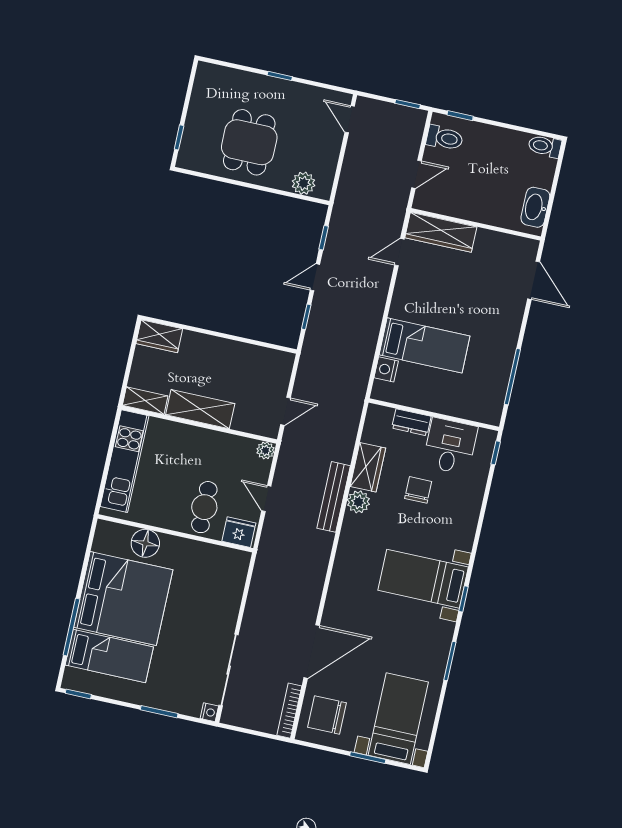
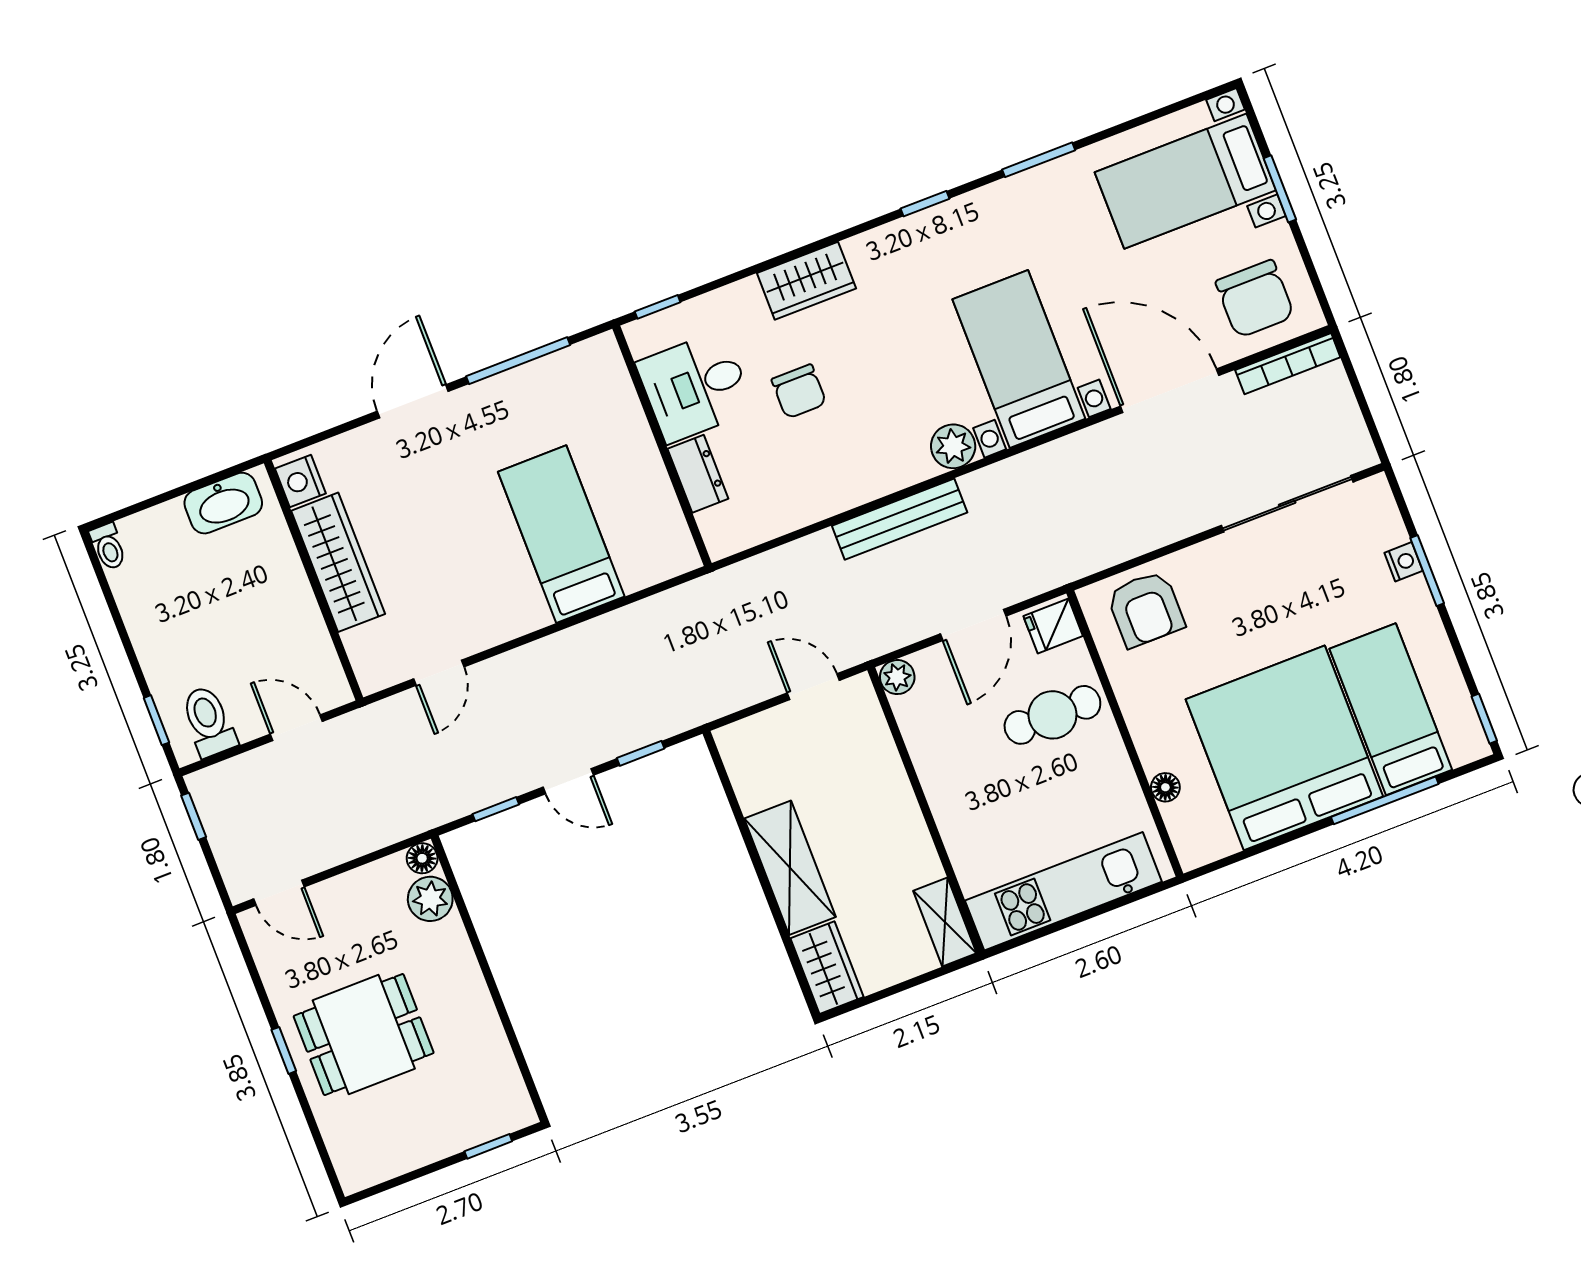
door: (350, 119) -> (279, 893), hinge flipped
dining table: (249, 142) -> (364, 1035), moved
toilet: (545, 146) -> (108, 547), width x0.73, depth x0.72
floor lamp: (323, 191) -> (422, 858), added
wardrobe: (441, 232) -> (338, 562), moved
door: (399, 252) -> (439, 673), hinge flipped
door: (534, 280) -> (413, 401), moved
nightstand: (386, 369) -> (300, 481), moved, turned 90
shelving: (200, 409) -> (790, 868), moved
wardrobe: (368, 467) -> (806, 281), moved, turned 180
chair: (418, 490) -> (799, 391), turned -90
door: (266, 498) -> (973, 625), width x1.38
plant: (358, 502) -> (953, 446), moved
fridge: (239, 532) -> (1053, 626), width x0.72
floor lamp: (145, 543) -> (1165, 787), width x0.53, depth x0.53
armchair: (224, 578) -> (1146, 609), added
bed with nightstands: (423, 579) -> (1019, 359), moved, turned 180
nightstand: (209, 712) -> (1404, 562), moved, turned 90

